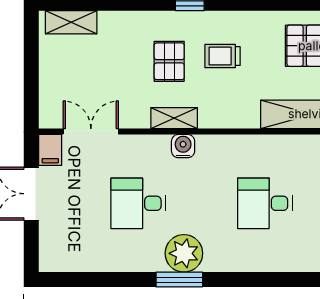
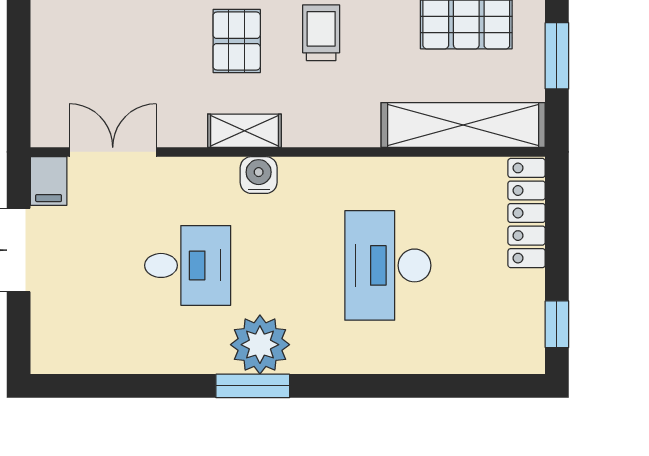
trolley: (223, 56) -> (321, 33), turned 90
desk: (138, 203) -> (188, 265), turned 180
desk: (265, 203) -> (388, 265), width x1.37

